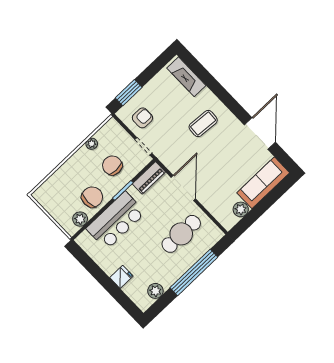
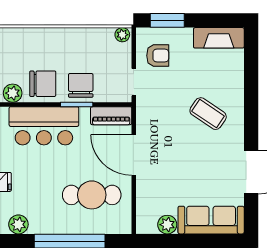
fireplace: (186, 77) -> (219, 38), moved, turned -90
coffee table: (203, 124) -> (208, 114), turned 30
plant: (92, 144) -> (122, 35), moved
chair: (112, 165) -> (81, 85), moved
door: (183, 188) -> (134, 155), swing flipped

